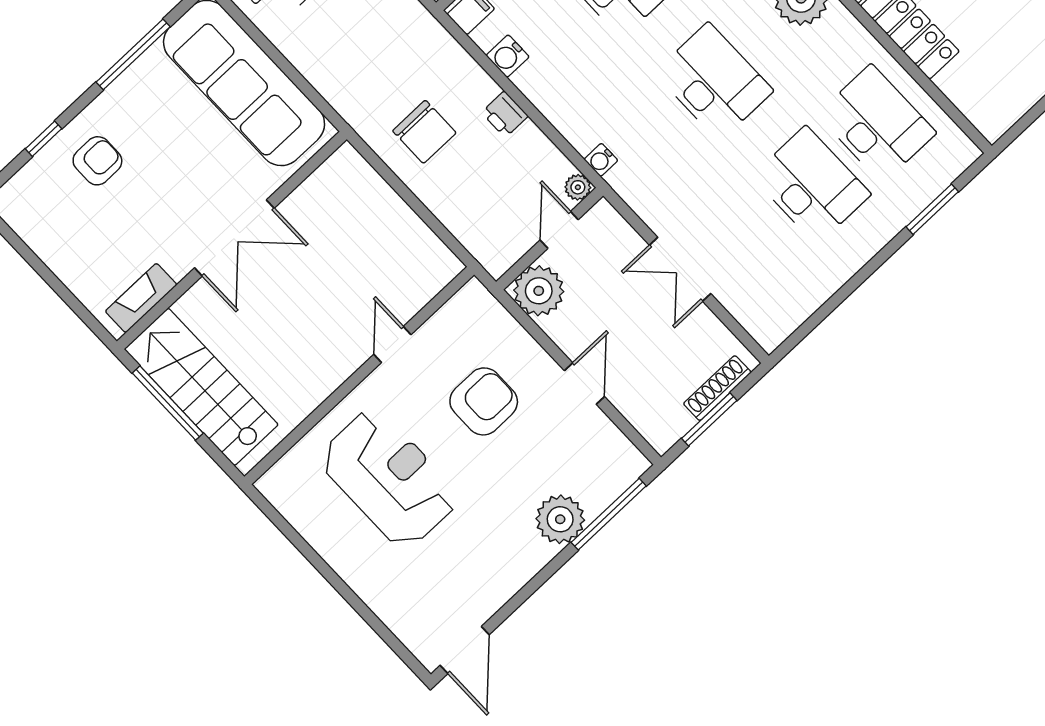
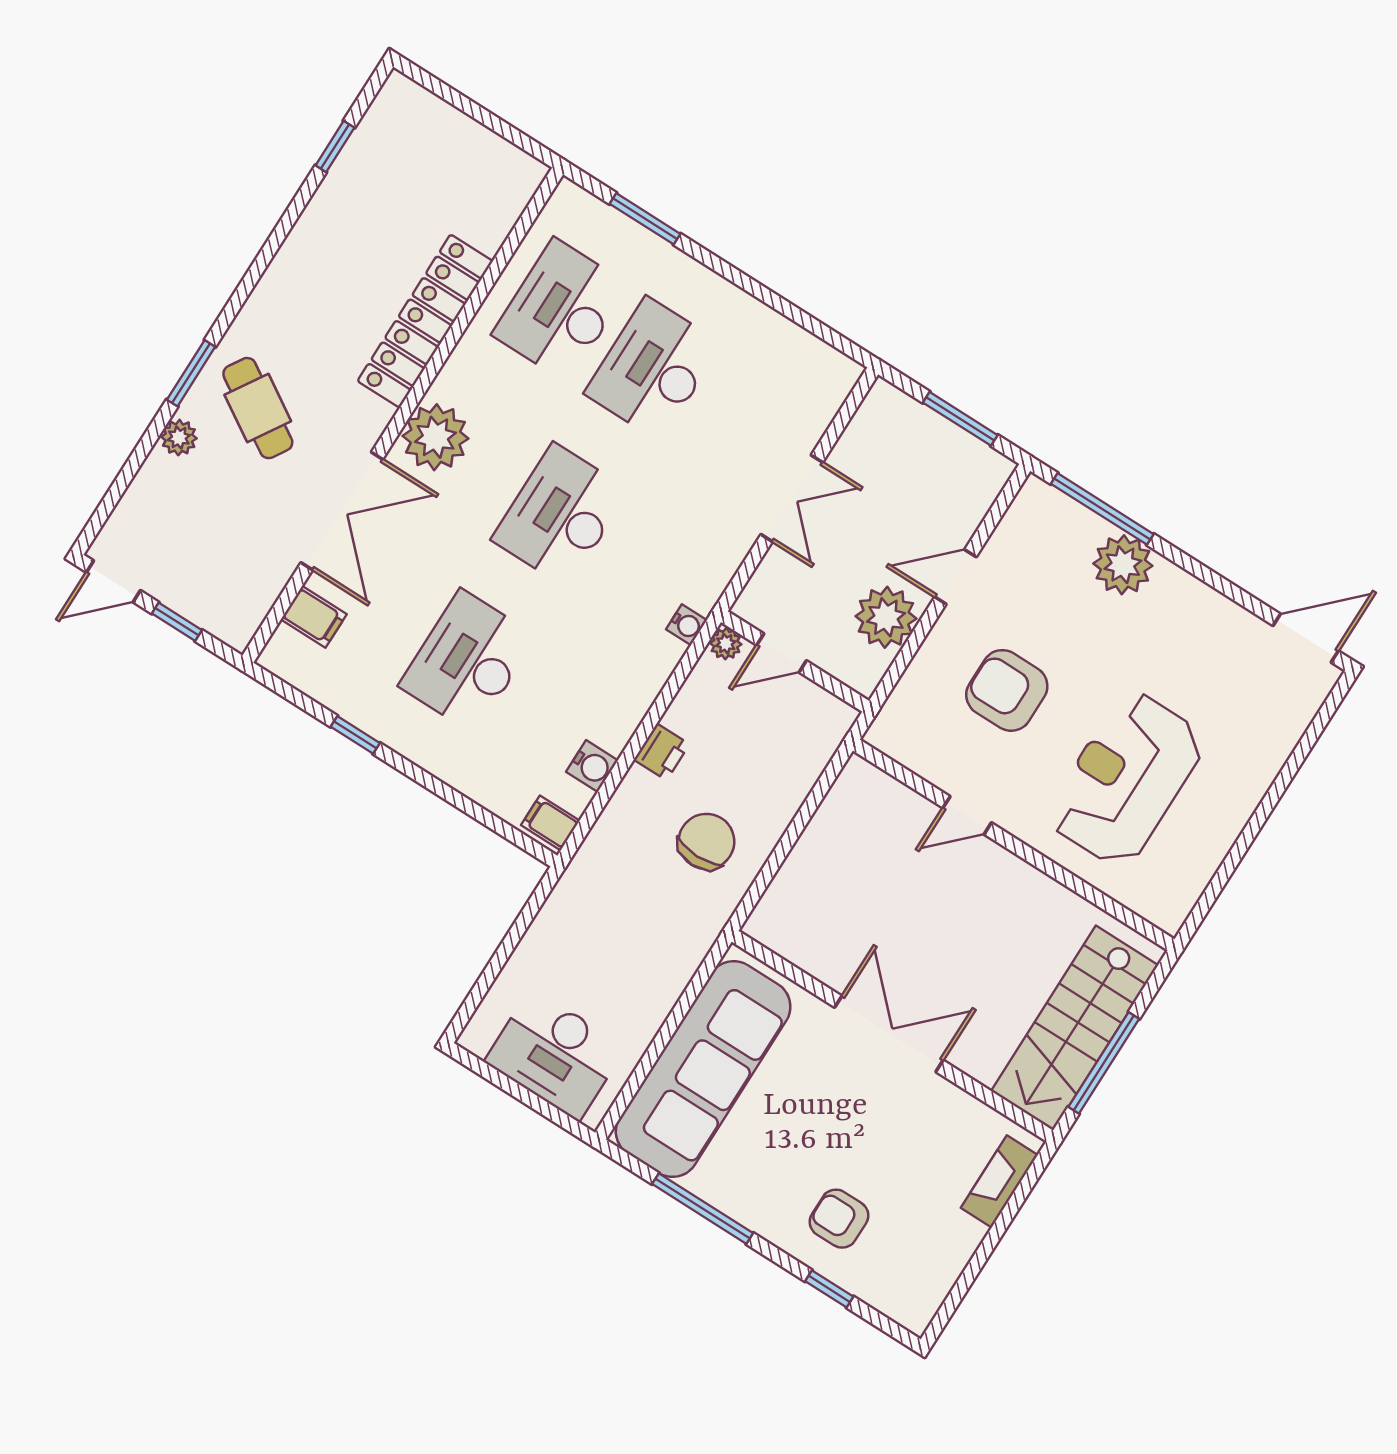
plant: (539, 291) -> (886, 617), moved
fireplace: (141, 298) -> (999, 1181), moved, turned 90
shoe rack: (717, 388) -> (921, 419), removed

